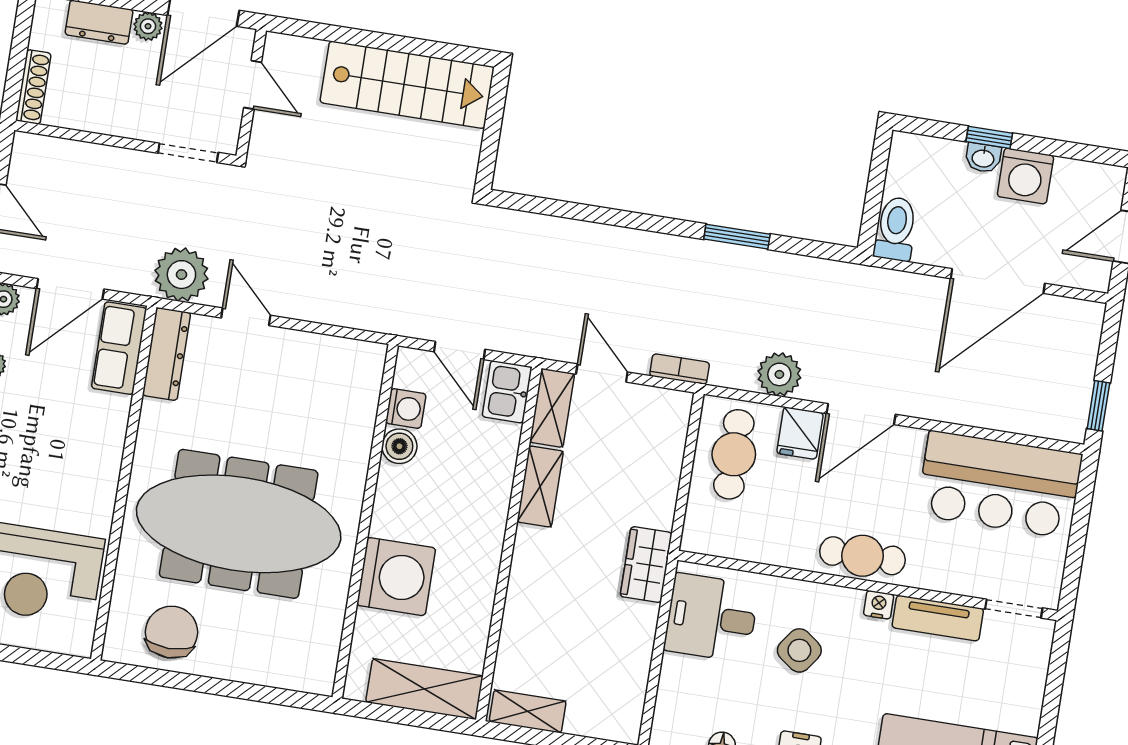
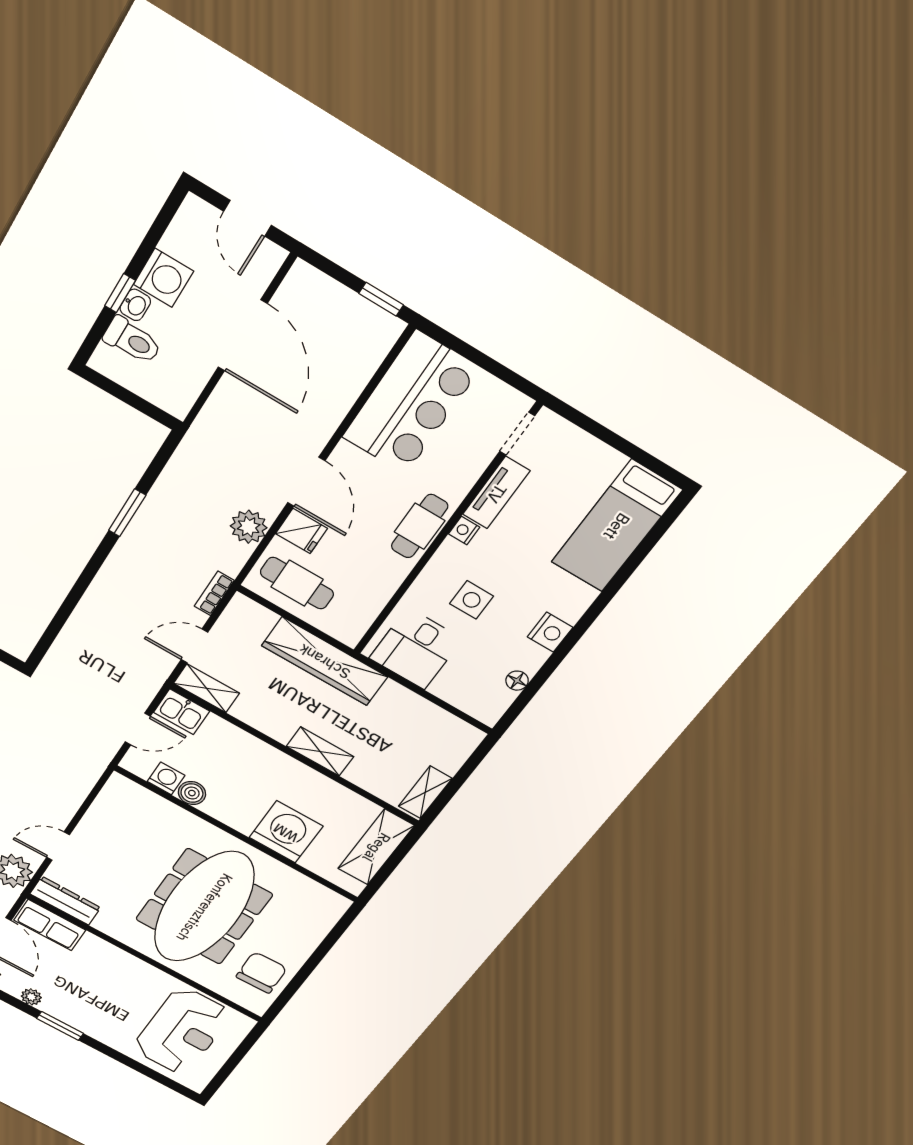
toilet: (896, 229) -> (132, 340), moved, turned 180
shelving: (540, 486) -> (320, 751), moved
wardrobe: (646, 565) -> (325, 661), width x2.10, depth x1.17
chair: (171, 632) -> (262, 972), turned 88
side table: (799, 650) -> (472, 600), turned -36

